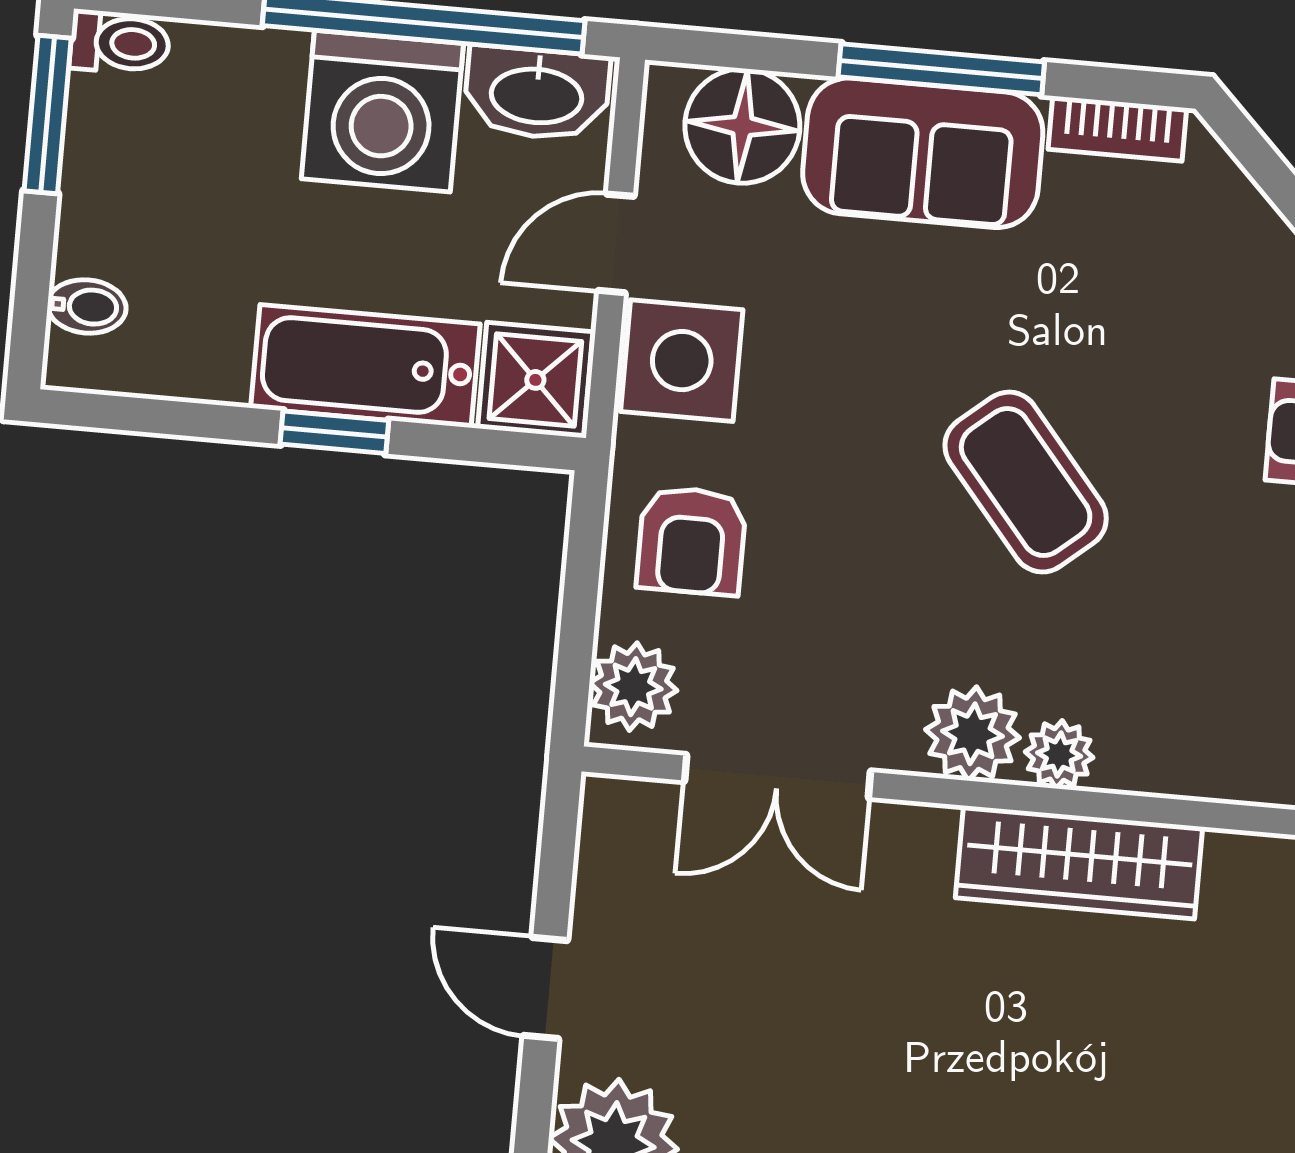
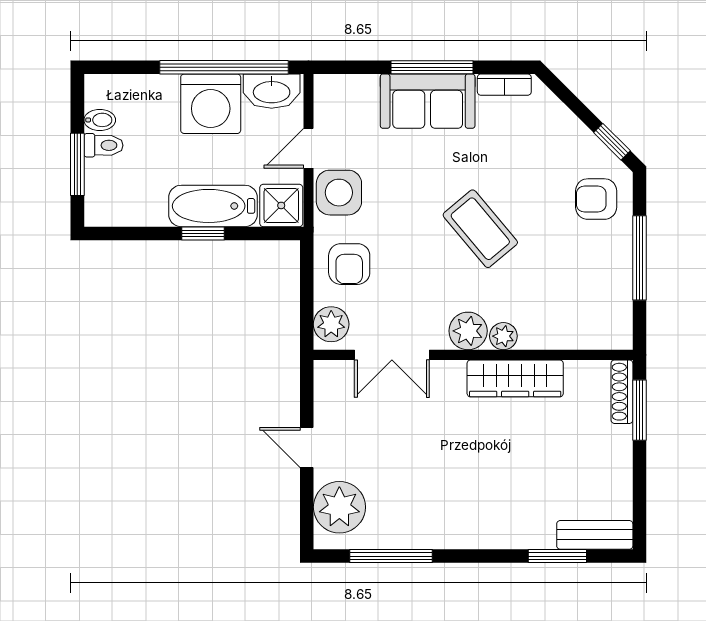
toilet: (120, 43) -> (103, 145), moved
window: (48, 114) -> (77, 164), moved
floor lamp: (742, 126) -> (355, 97), removed
bidet: (87, 306) -> (100, 120), moved

